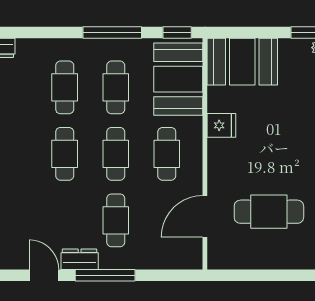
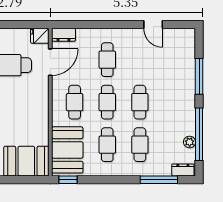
window: (112, 32) -> (159, 180), moved
fridge: (221, 125) -> (40, 36), moved
dresser: (80, 259) -> (63, 35), moved
window: (105, 275) -> (114, 25), removed

